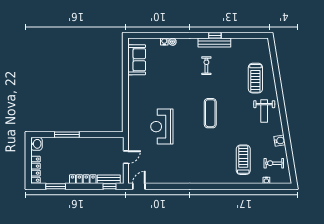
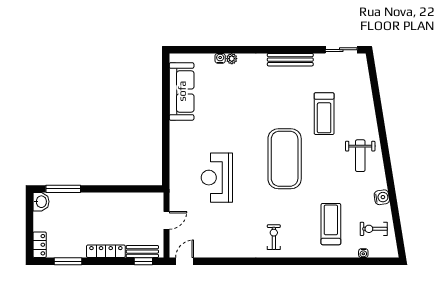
window: (215, 35) -> (291, 50), removed
sliding door: (251, 35) -> (341, 50), added
sofa: (137, 60) -> (182, 91), width x1.36
exercise bike: (206, 66) -> (274, 237), moved
treadmill: (255, 78) -> (324, 114), moved
exercise mat: (210, 113) -> (285, 159), width x2.00, depth x1.45
window: (67, 135) -> (63, 189), moved
locker: (35, 170) -> (40, 245), width x0.66

